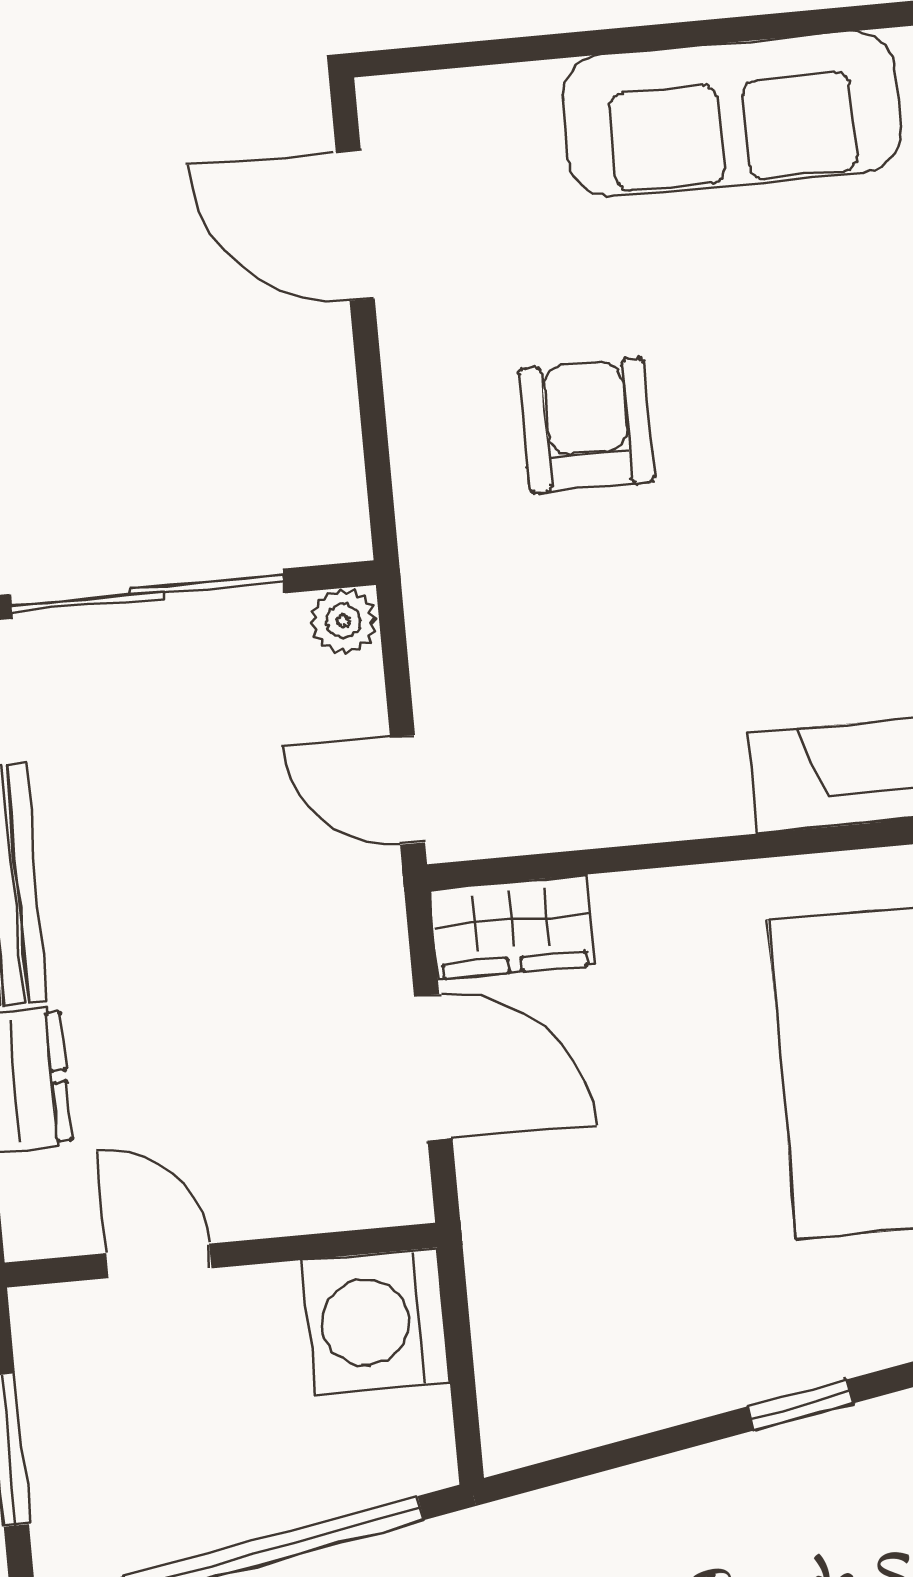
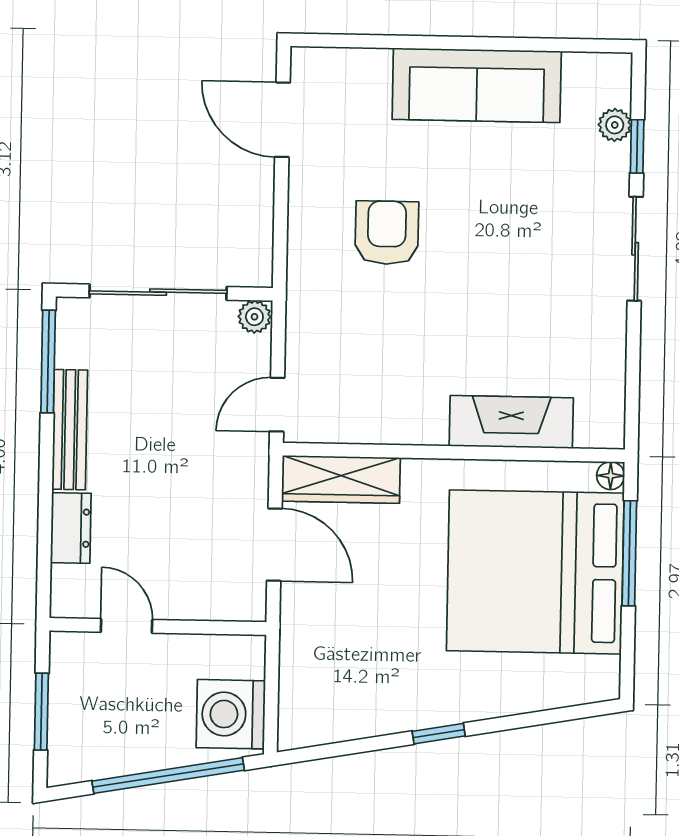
door: (408, 790) -> (277, 405), hinge flipped
wardrobe: (511, 927) -> (341, 479), width x1.50
washing machine: (376, 1321) -> (231, 714), moved

